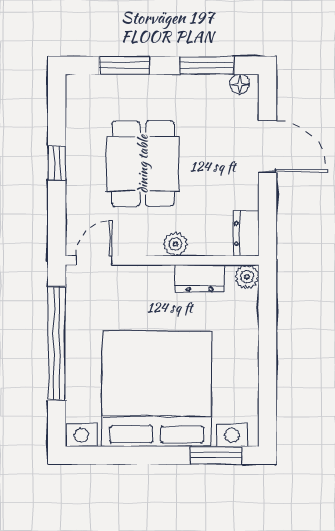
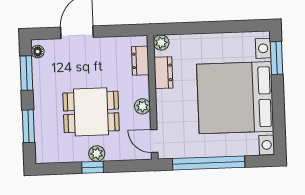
plant: (78, 170) -> (97, 154), added
dresser: (246, 233) -> (140, 61), moved, turned 90
plant: (175, 244) -> (142, 106), moved

